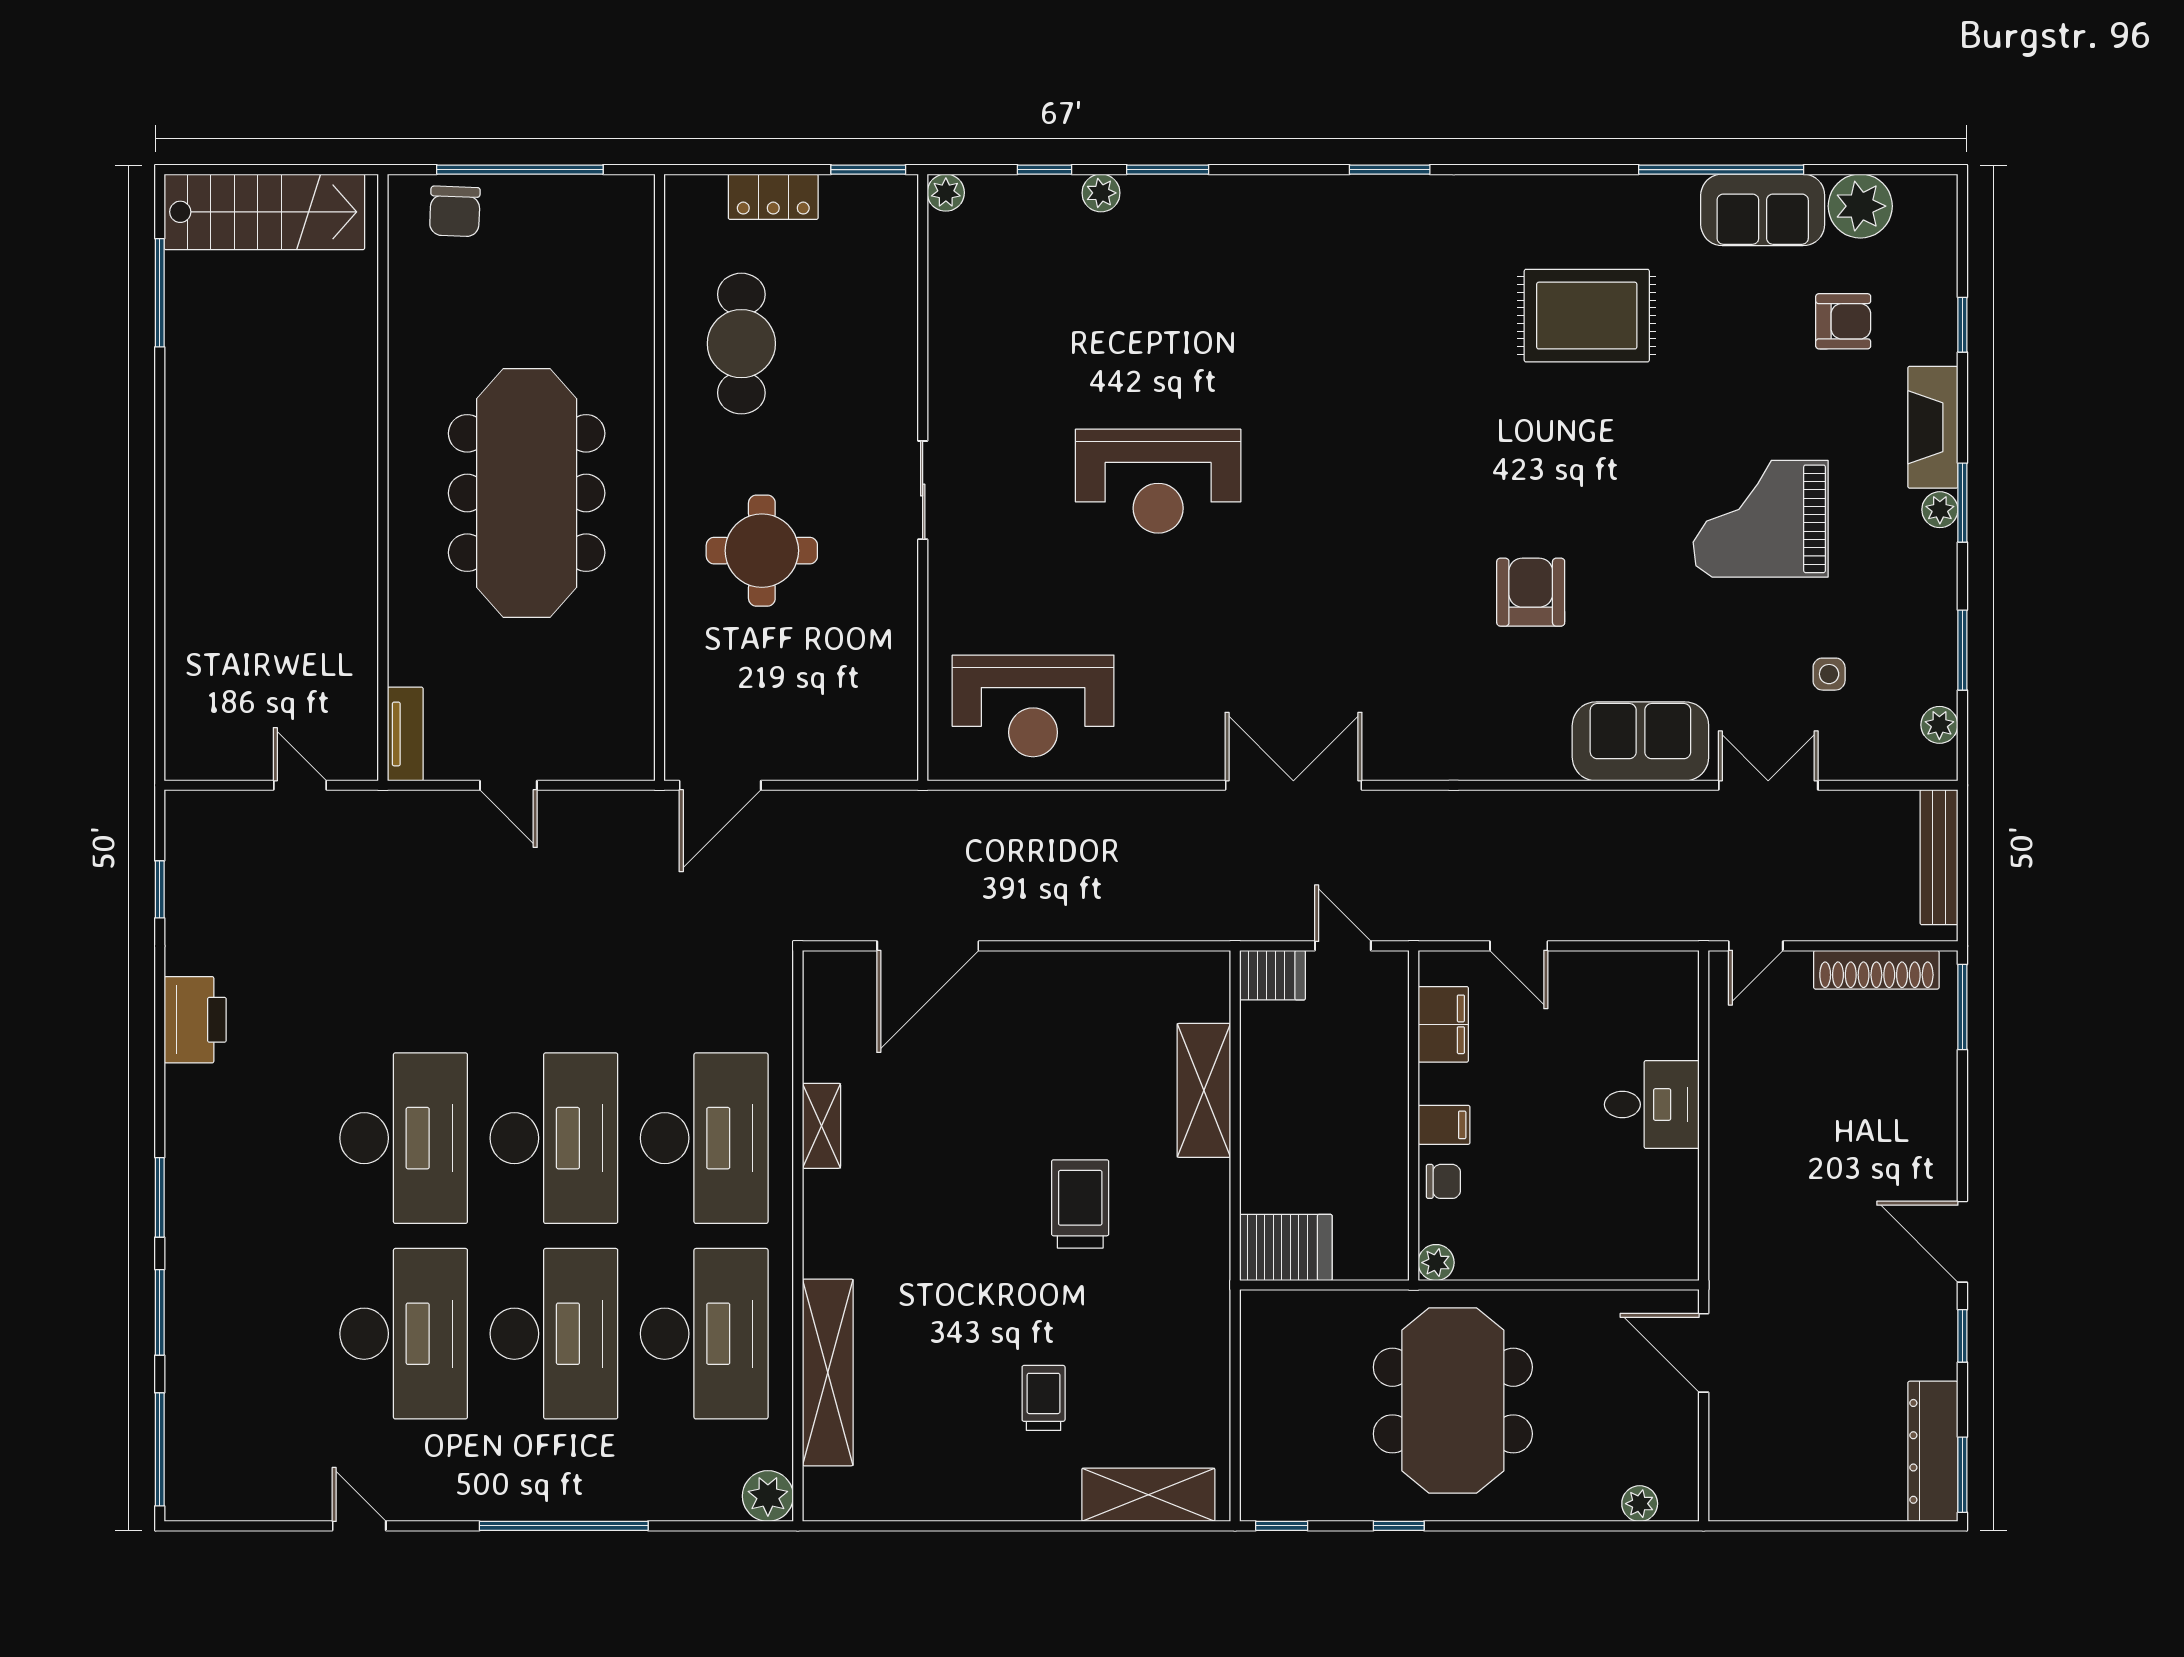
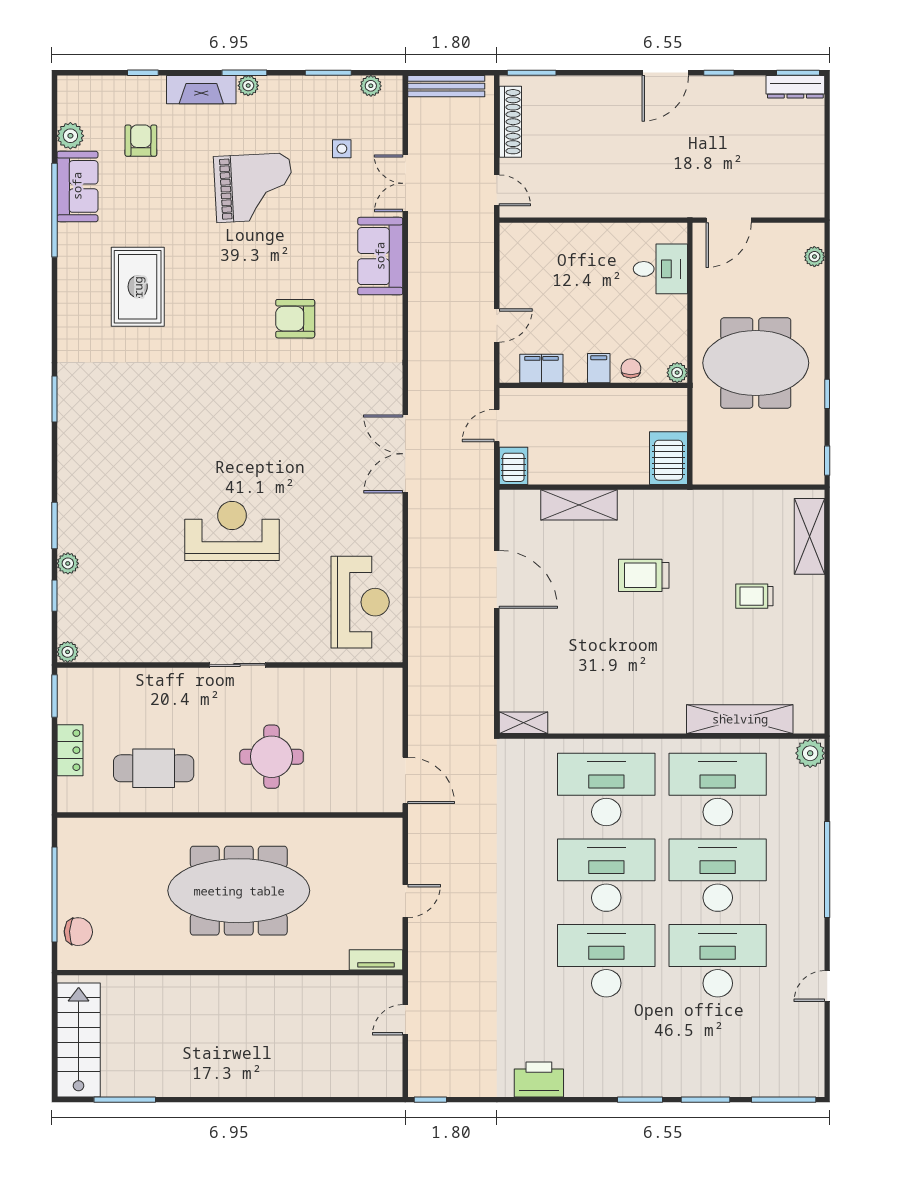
plant: (1860, 206) -> (70, 136), width x0.73, depth x0.73
reception desk: (1158, 481) -> (232, 531), turned -90
grand piano: (1761, 519) -> (253, 188), turned -93
window: (160, 889) -> (430, 1100), moved
door: (928, 946) -> (497, 579), moved
desk: (1652, 1105) -> (660, 269), moved, turned 90
shelving: (821, 1126) -> (524, 723), moved
dresser: (1933, 1451) -> (795, 87), width x0.73, depth x0.80

